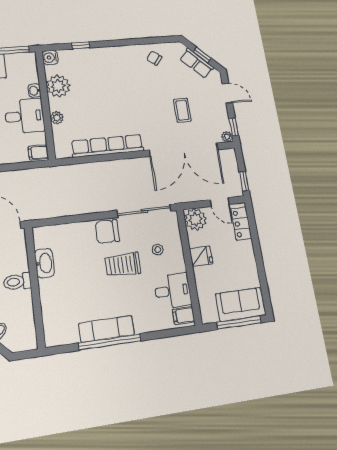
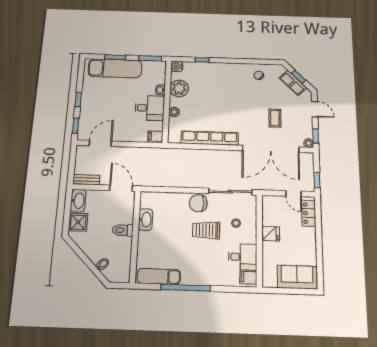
plant: (195, 219) -> (271, 204), removed
window: (239, 323) -> (293, 291), removed
exam couch: (107, 329) -> (159, 276), moved

